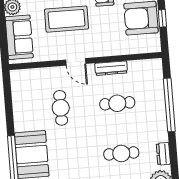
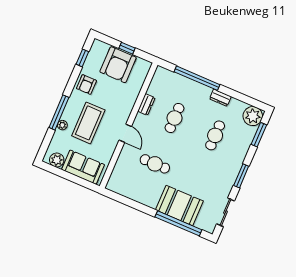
door: (76, 62) -> (125, 133), hinge flipped
dresser: (111, 68) -> (146, 104), width x0.70
dresser: (163, 154) -> (220, 98), moved

